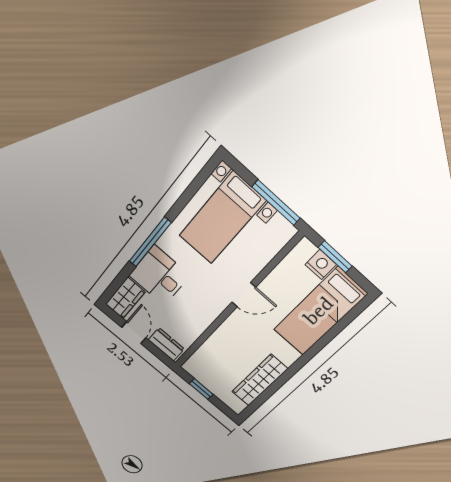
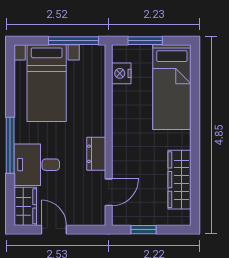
nightstand: (321, 265) -> (121, 73), moved, turned -90
door: (244, 295) -> (109, 192), moved
dresser: (166, 344) -> (96, 154), moved, turned -90

